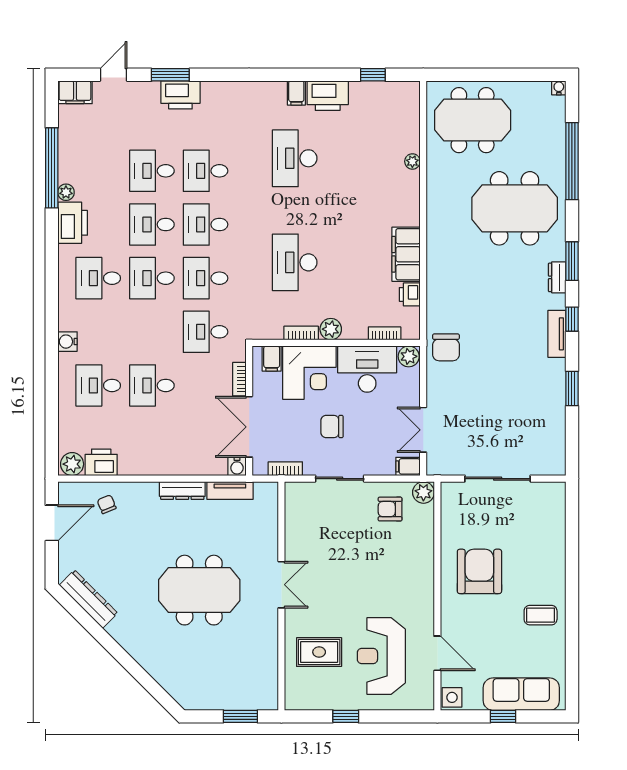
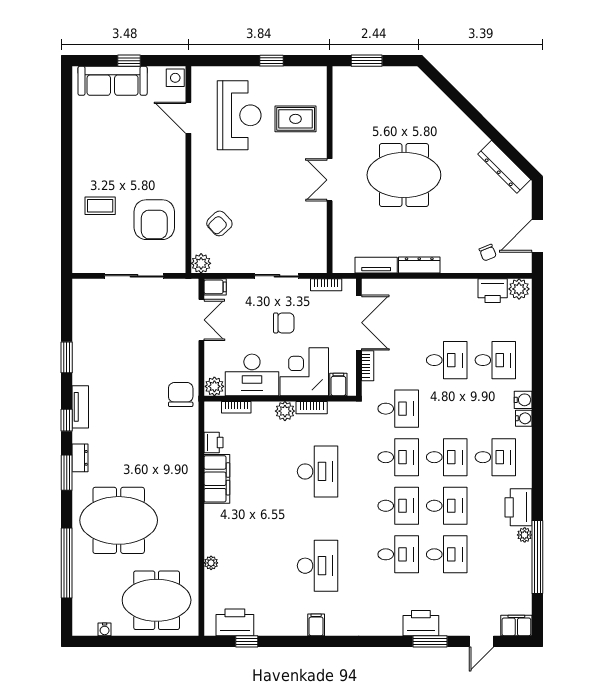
water cooler: (559, 88) -> (105, 629), moved
printer: (328, 96) -> (235, 622), moved
water cooler: (237, 466) -> (524, 418), moved, turned 90
armchair: (390, 509) -> (219, 223), moved, turned 137
armchair: (479, 571) -> (154, 220), moved
coffee table: (541, 615) -> (100, 206), moved

